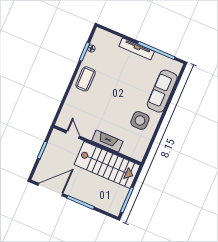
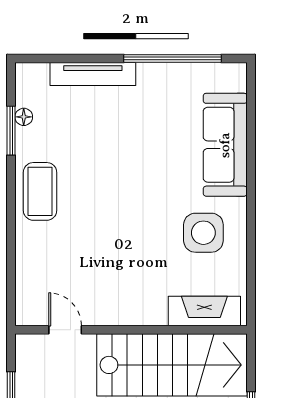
tv unit: (137, 49) -> (93, 74), moved
fireplace: (107, 141) -> (204, 311), moved

